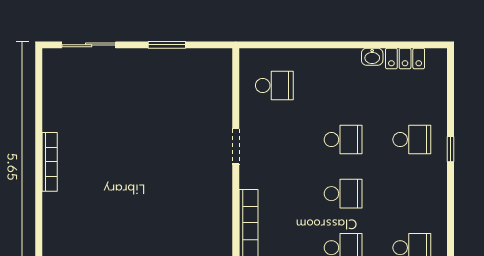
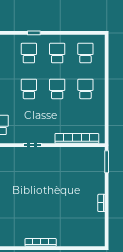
school desk: (412, 194) -> (57, 53), added

